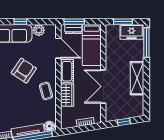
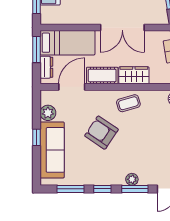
window: (74, 22) -> (37, 50), moved

